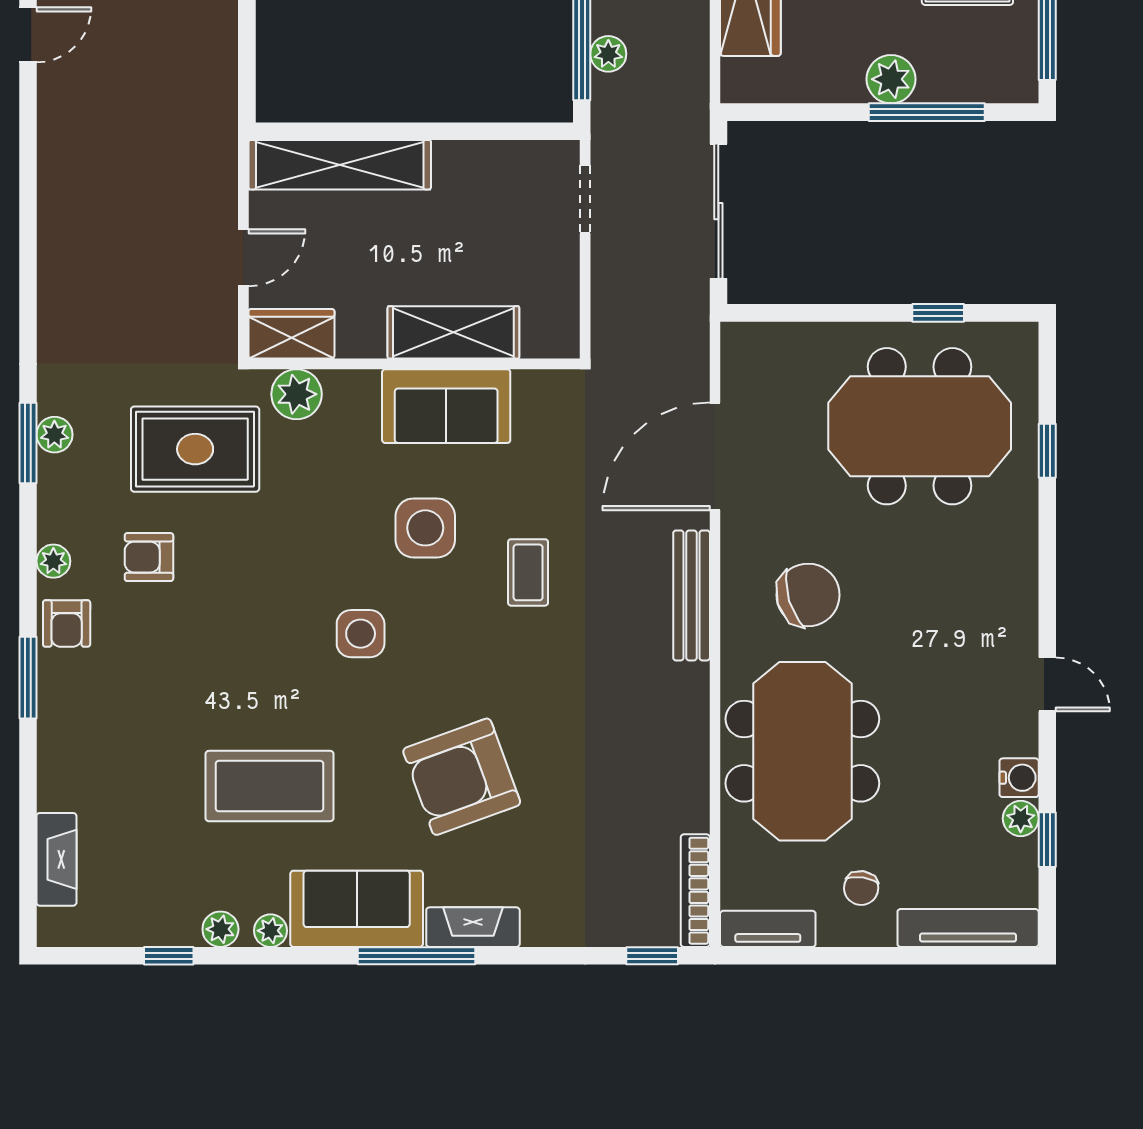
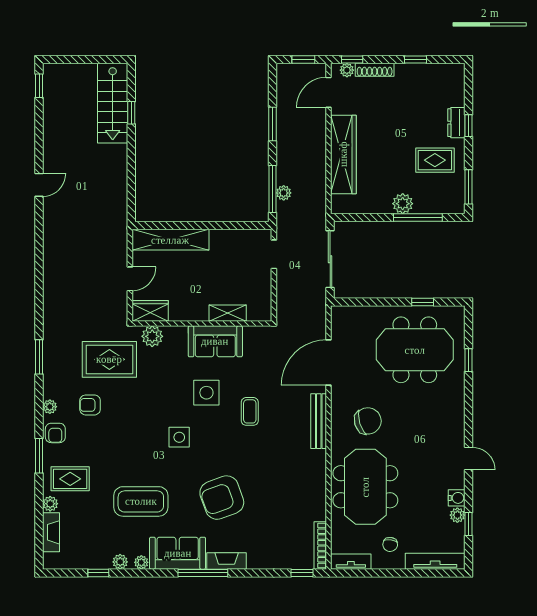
shelving: (453, 332) -> (228, 313), width x0.67, depth x0.75
plant: (54, 435) -> (50, 504), moved
rug: (102, 732) -> (70, 479), added

